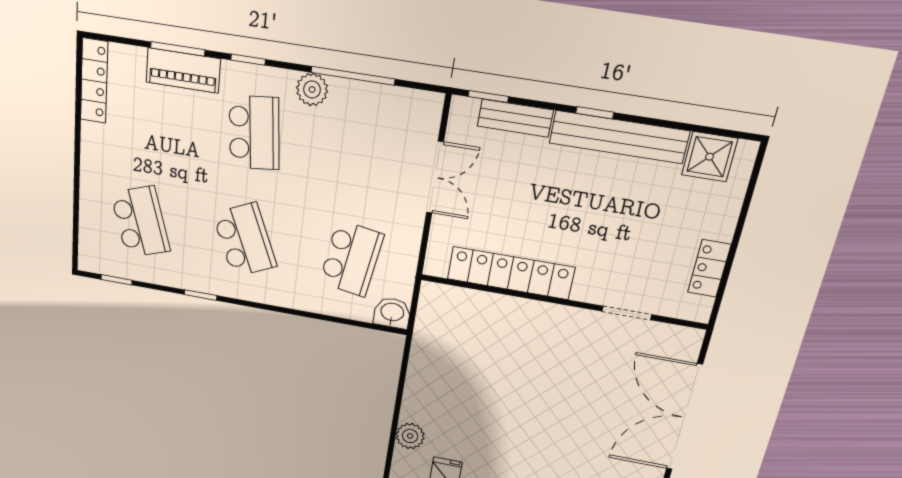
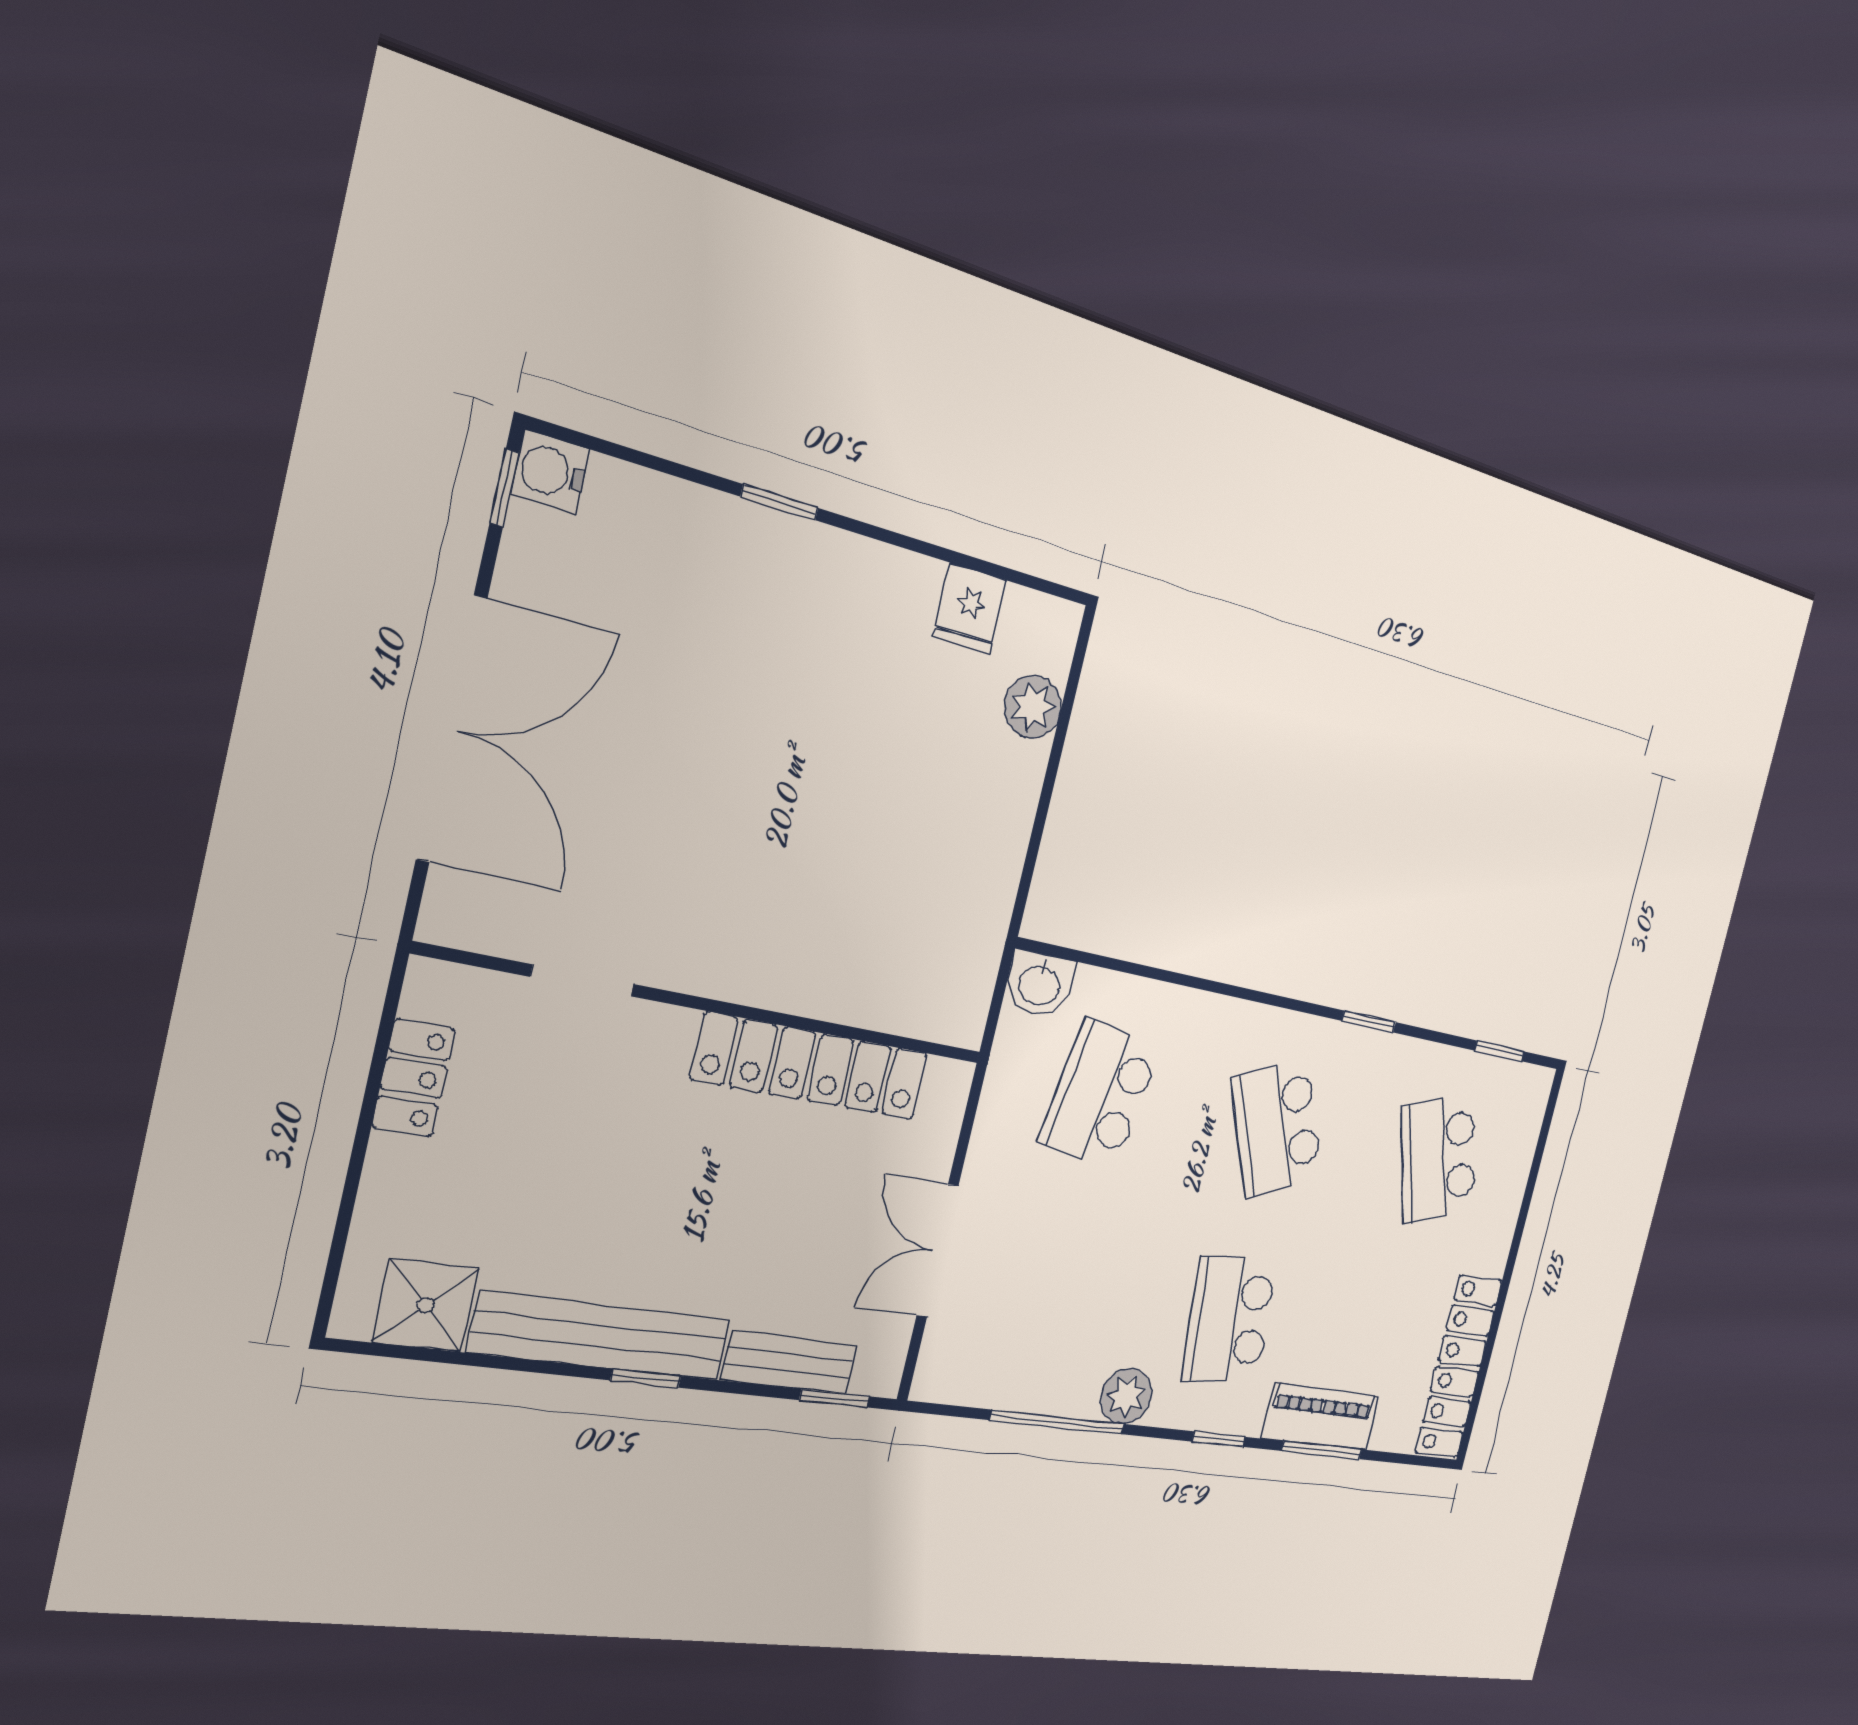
locker: (94, 81) -> (1458, 1366), width x1.41, depth x1.21

